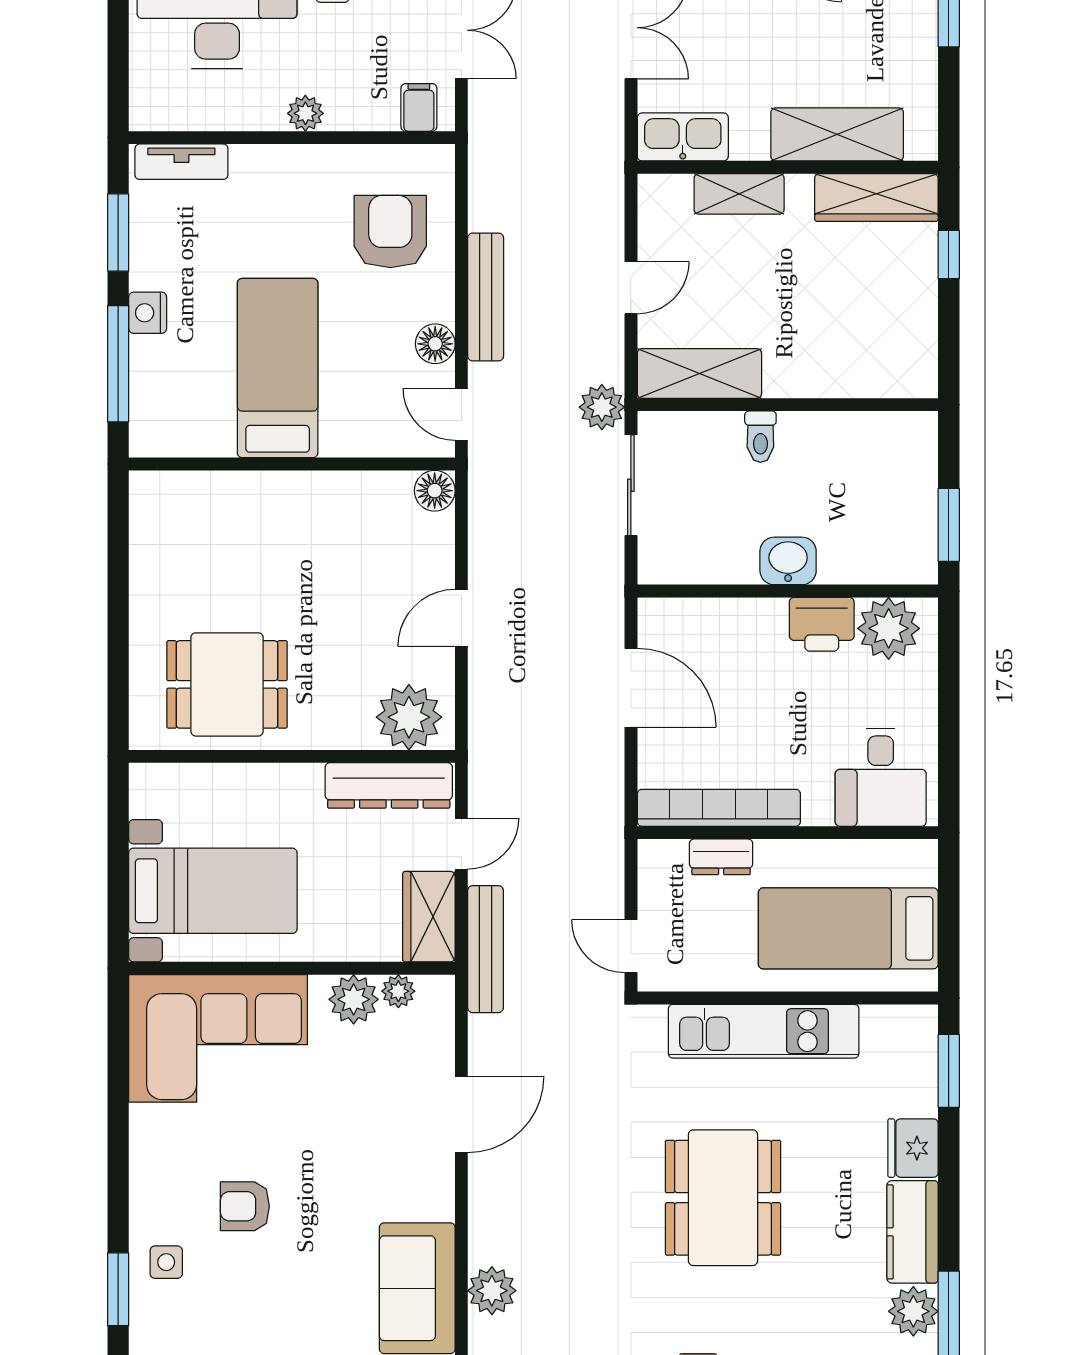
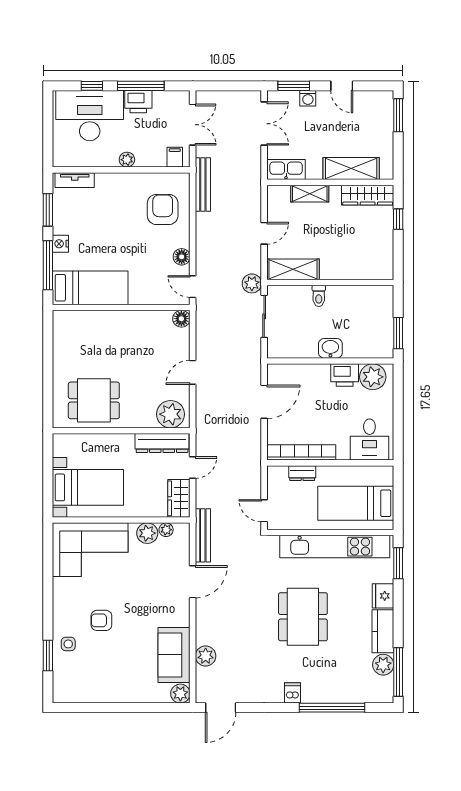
bench: (486, 297) -> (203, 185), moved
bed: (278, 368) -> (90, 288), moved, turned 90
door: (631, 688) -> (264, 402), hinge flipped
bench: (486, 949) -> (203, 535), moved
kitchen unit: (764, 1031) -> (335, 547), width x1.36

